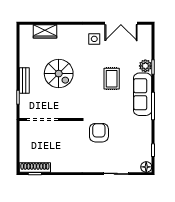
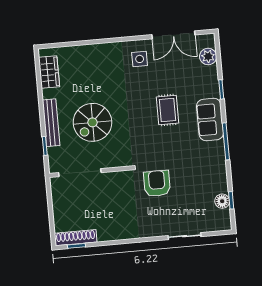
wardrobe: (45, 31) -> (49, 72), moved, turned -90
plant: (145, 66) -> (208, 56), moved
spiral stairs: (59, 74) -> (92, 122), moved, turned 90
bench: (24, 80) -> (51, 123), width x1.36
sofa: (143, 94) -> (210, 120), width x0.73
floor lamp: (146, 167) -> (222, 201), moved

